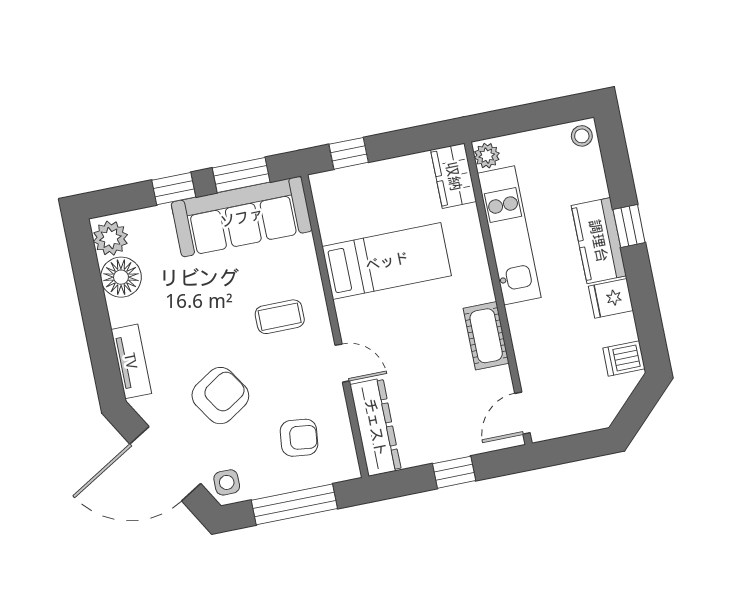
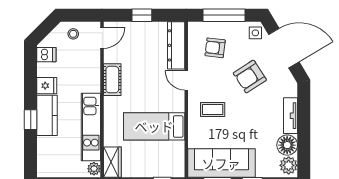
stool: (582, 136) -> (73, 34), moved
tv unit: (131, 361) -> (291, 116), moved

